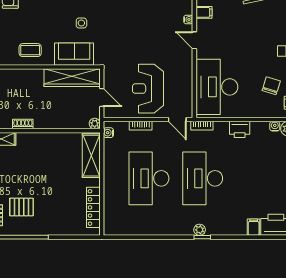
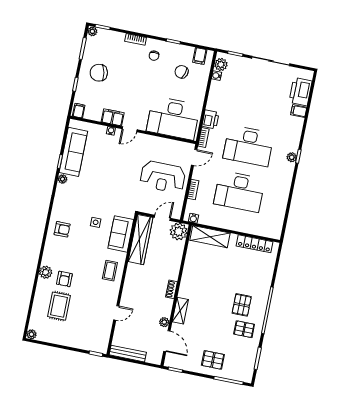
filing cabinet: (204, 12) -> (113, 117), width x2.00
plant: (95, 124) -> (179, 232), width x1.87, depth x1.87
printer: (240, 129) -> (210, 119), moved

